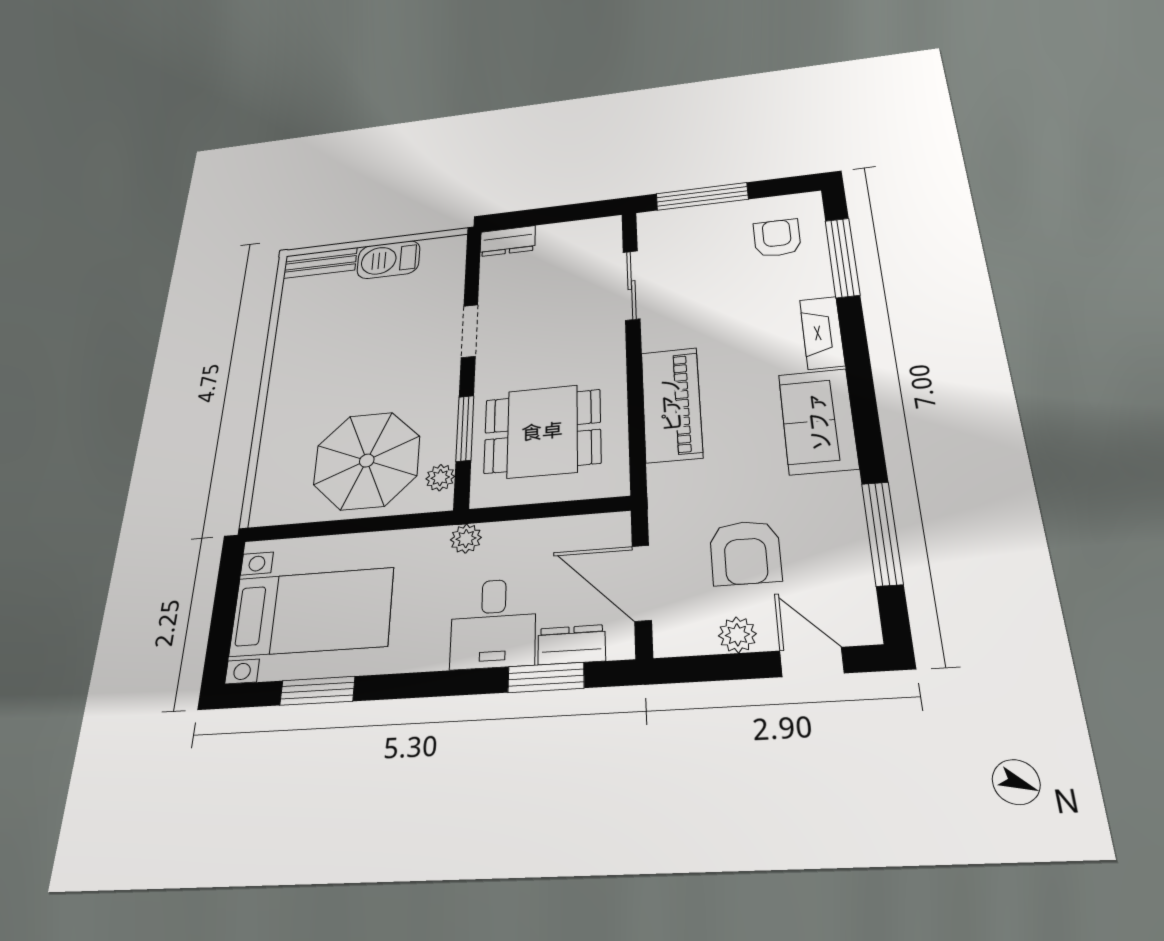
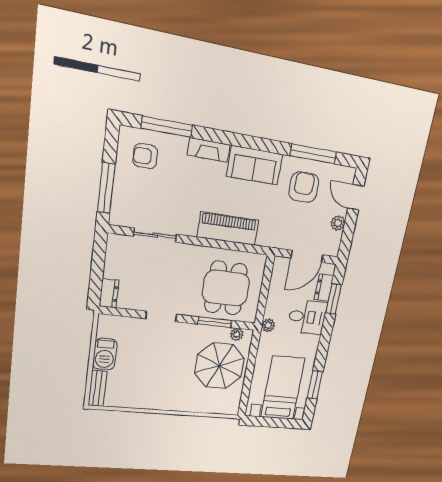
armchair: (745, 553) -> (304, 187), moved, turned -90
door: (812, 662) -> (356, 197), hinge flipped

